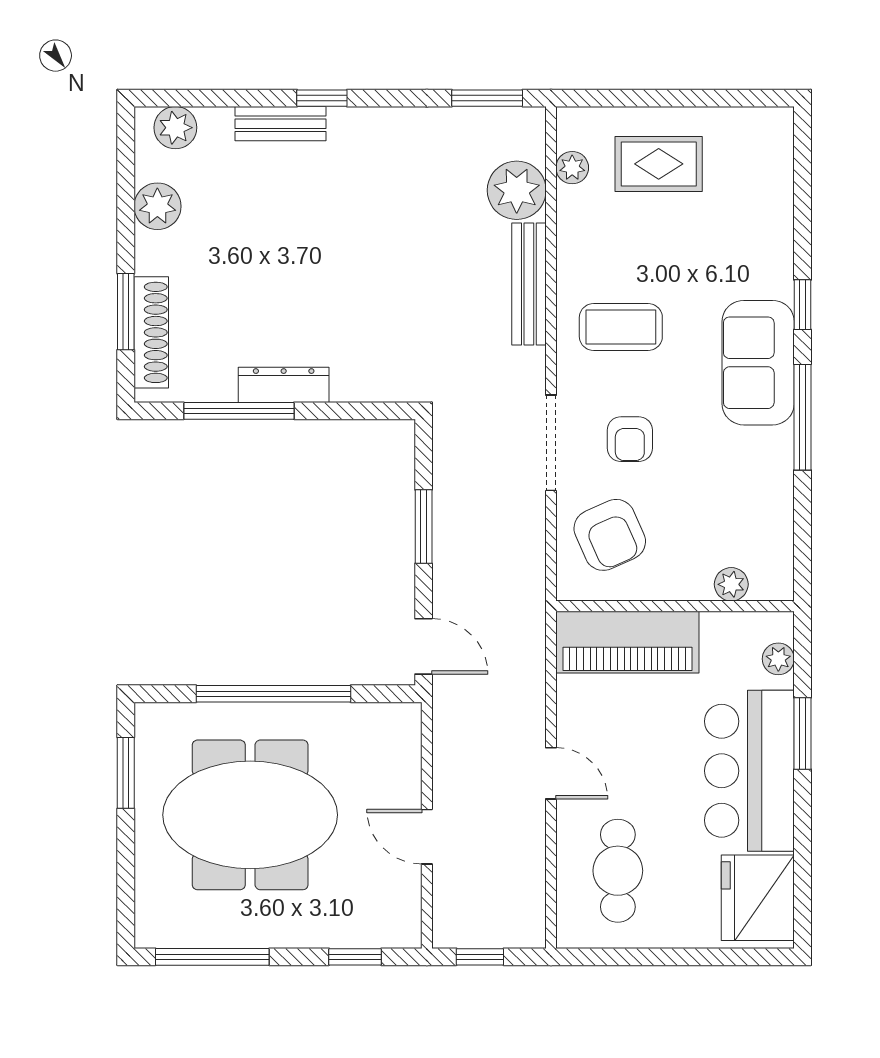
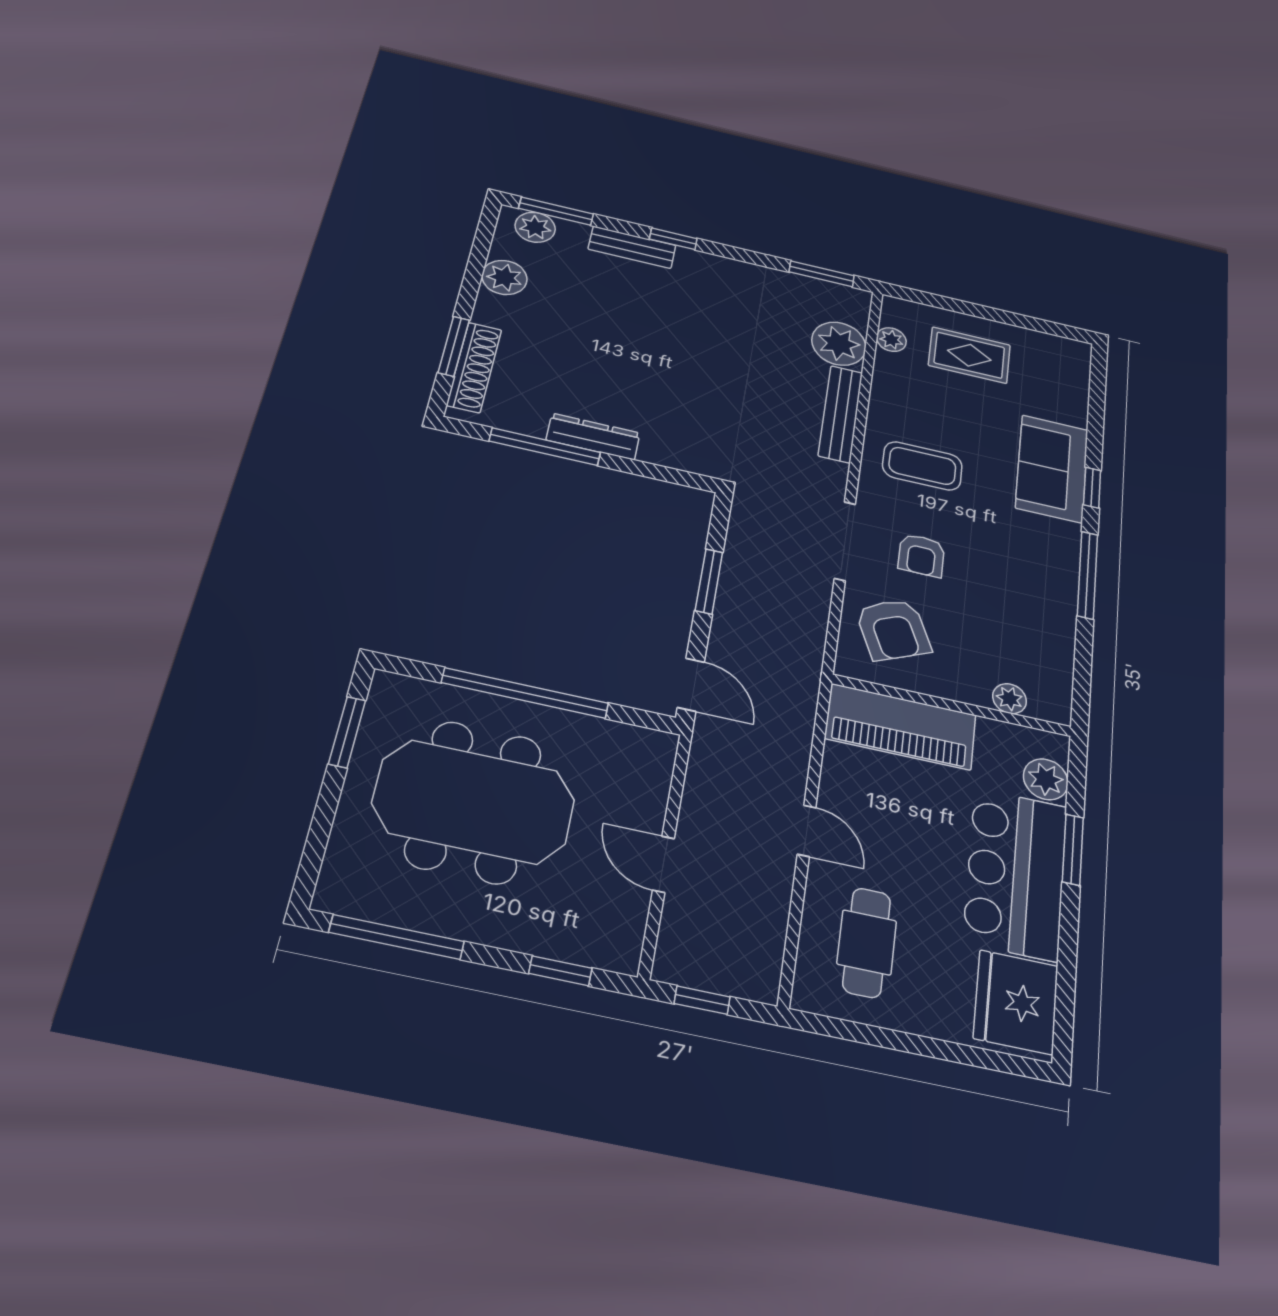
window: (193, 98) -> (556, 211), added
sofa: (758, 363) -> (1052, 469), moved
plant: (778, 659) -> (1046, 779), width x1.38, depth x1.38

